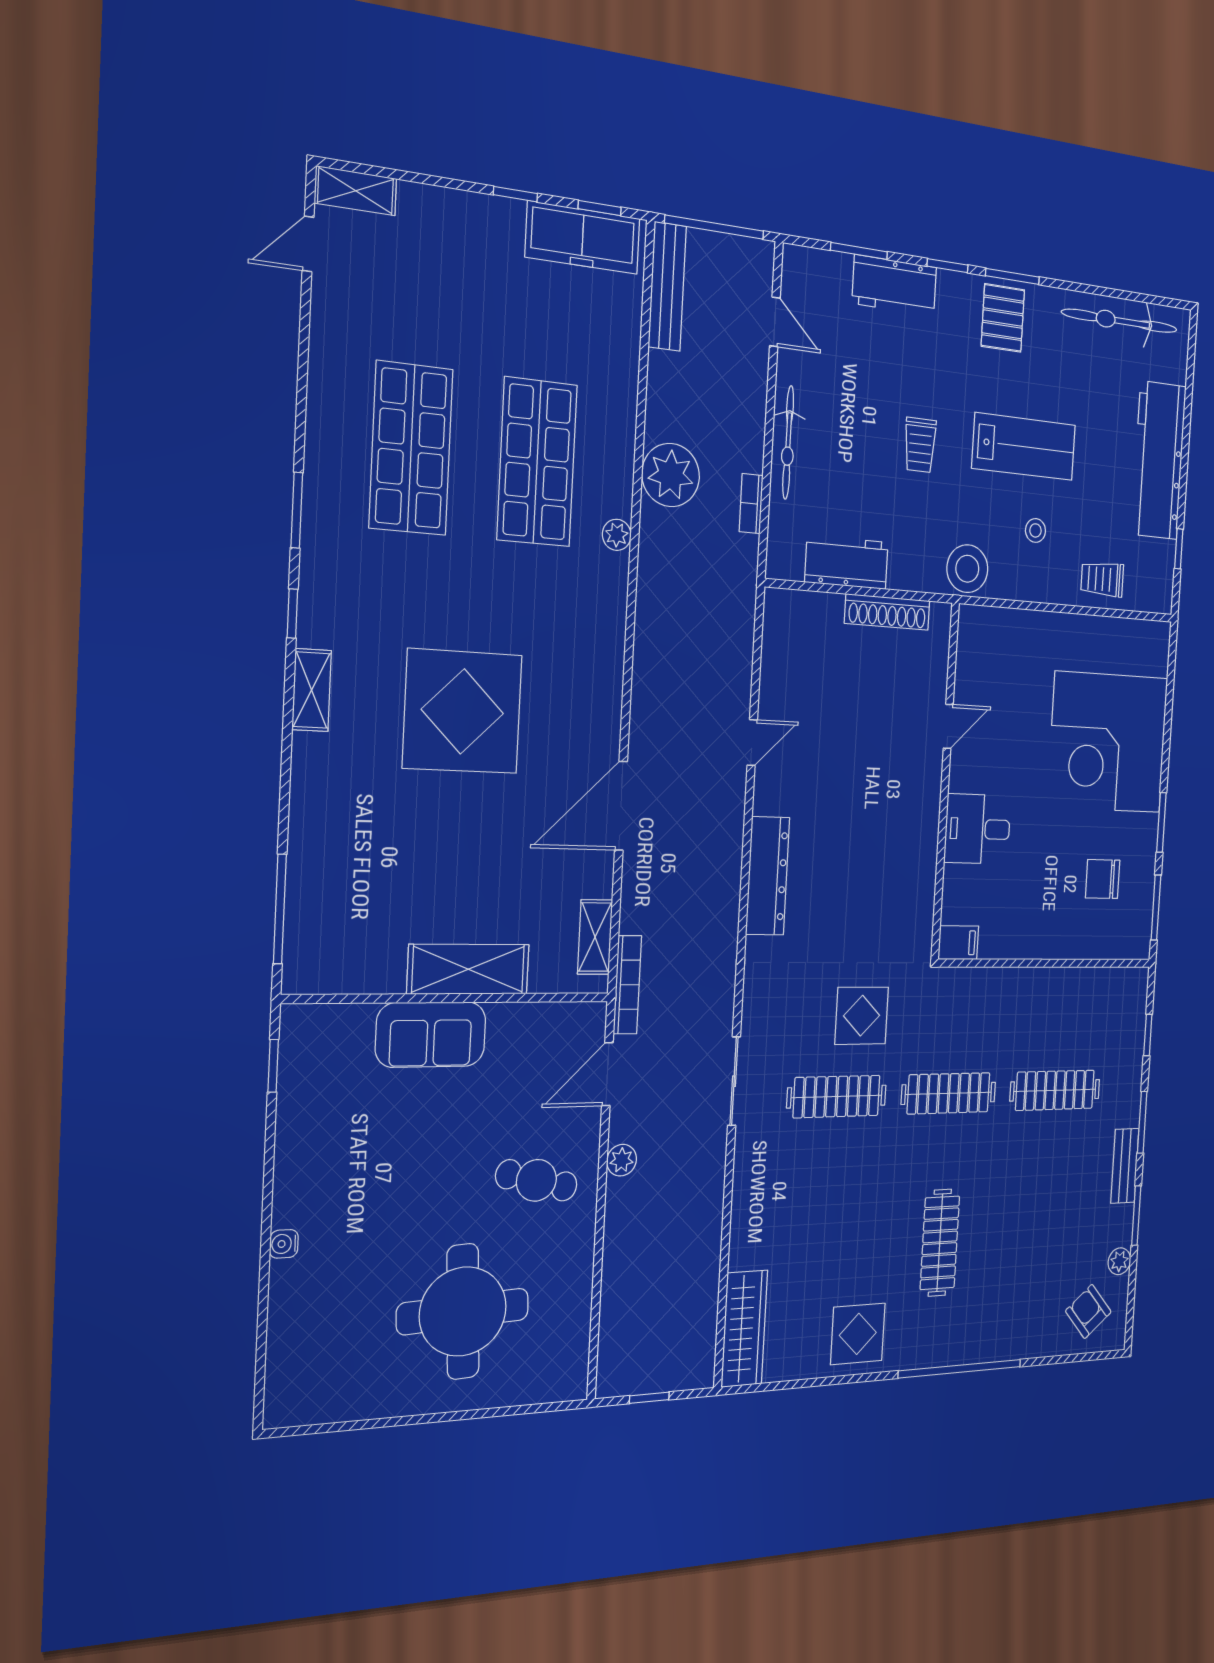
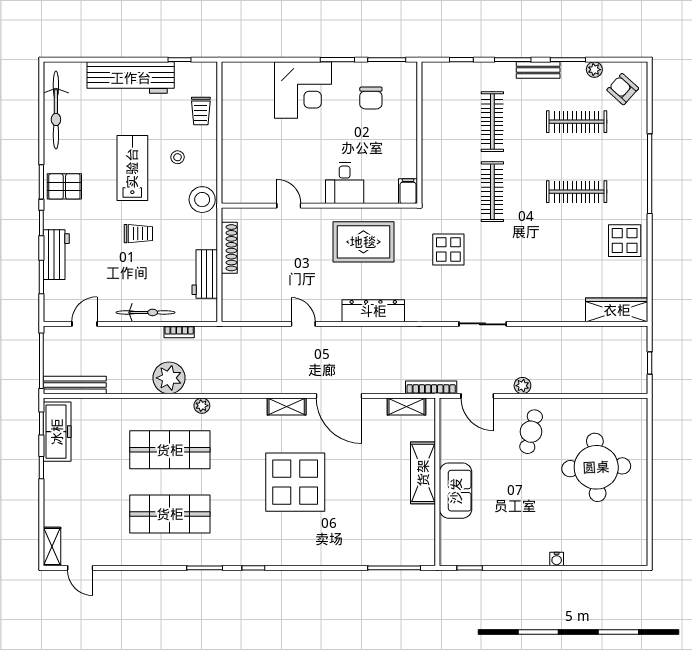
shelving: (312, 690) -> (287, 407), moved
corner desk: (1108, 742) -> (303, 90), width x0.74, depth x0.74
rug: (883, 860) -> (363, 242), added
clothes rail: (837, 1097) -> (577, 122), moved, turned 90
armchair: (1088, 1311) -> (623, 89), turned 82

